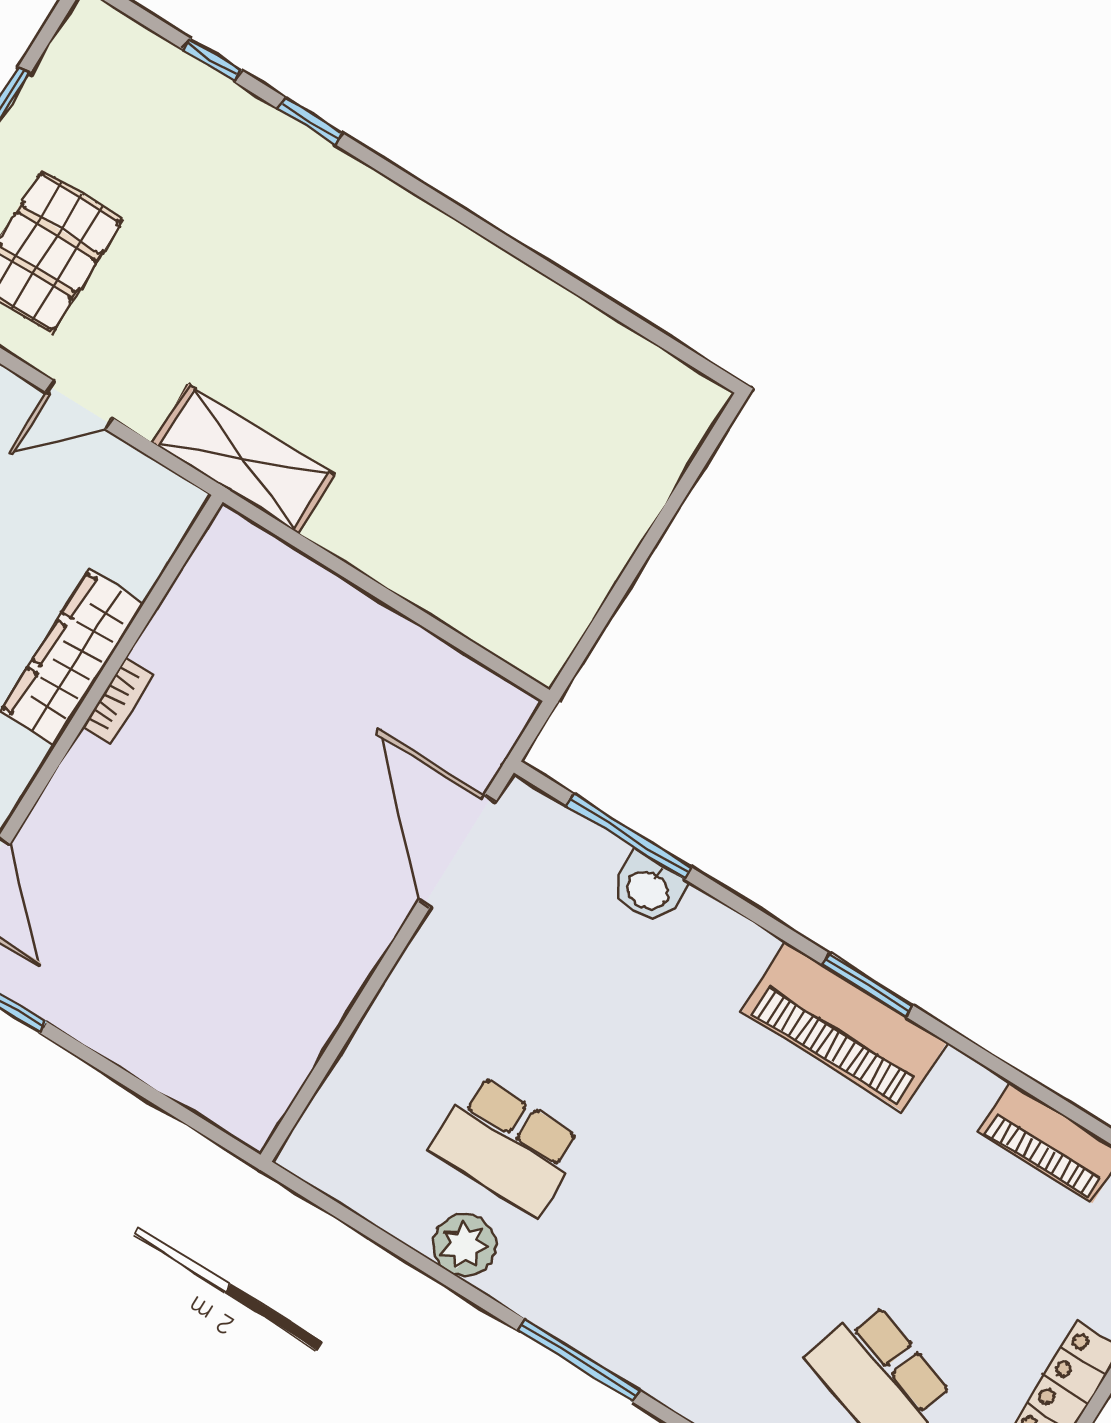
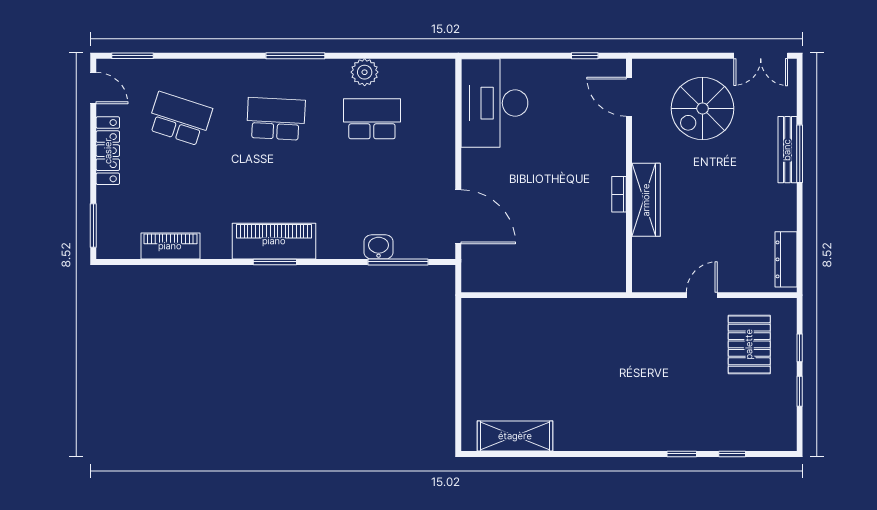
shelving: (244, 459) -> (515, 436), moved
desk: (250, 1028) -> (494, 103), added
school desk: (693, 1262) -> (276, 119), added

